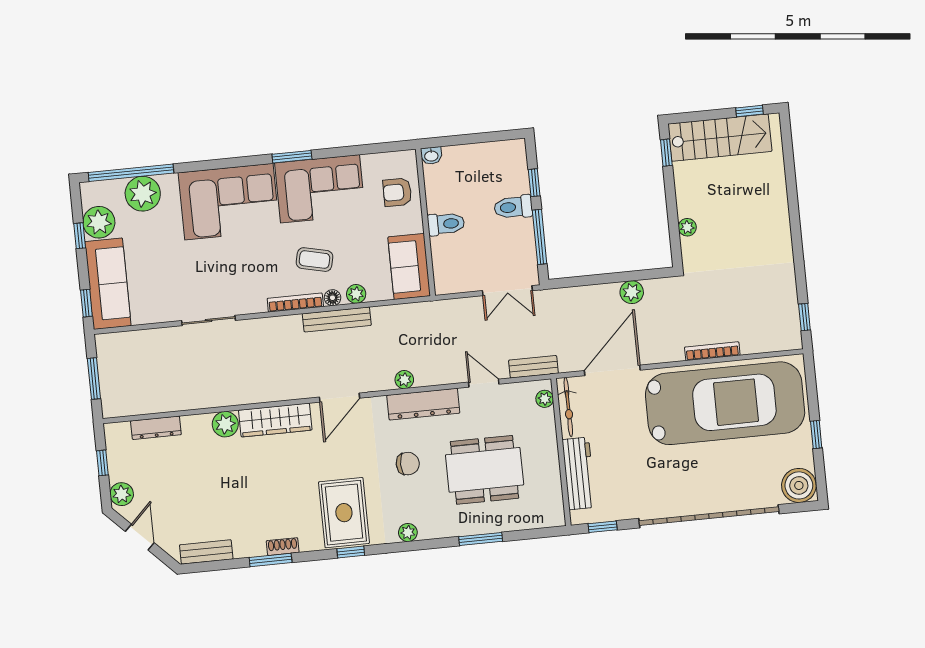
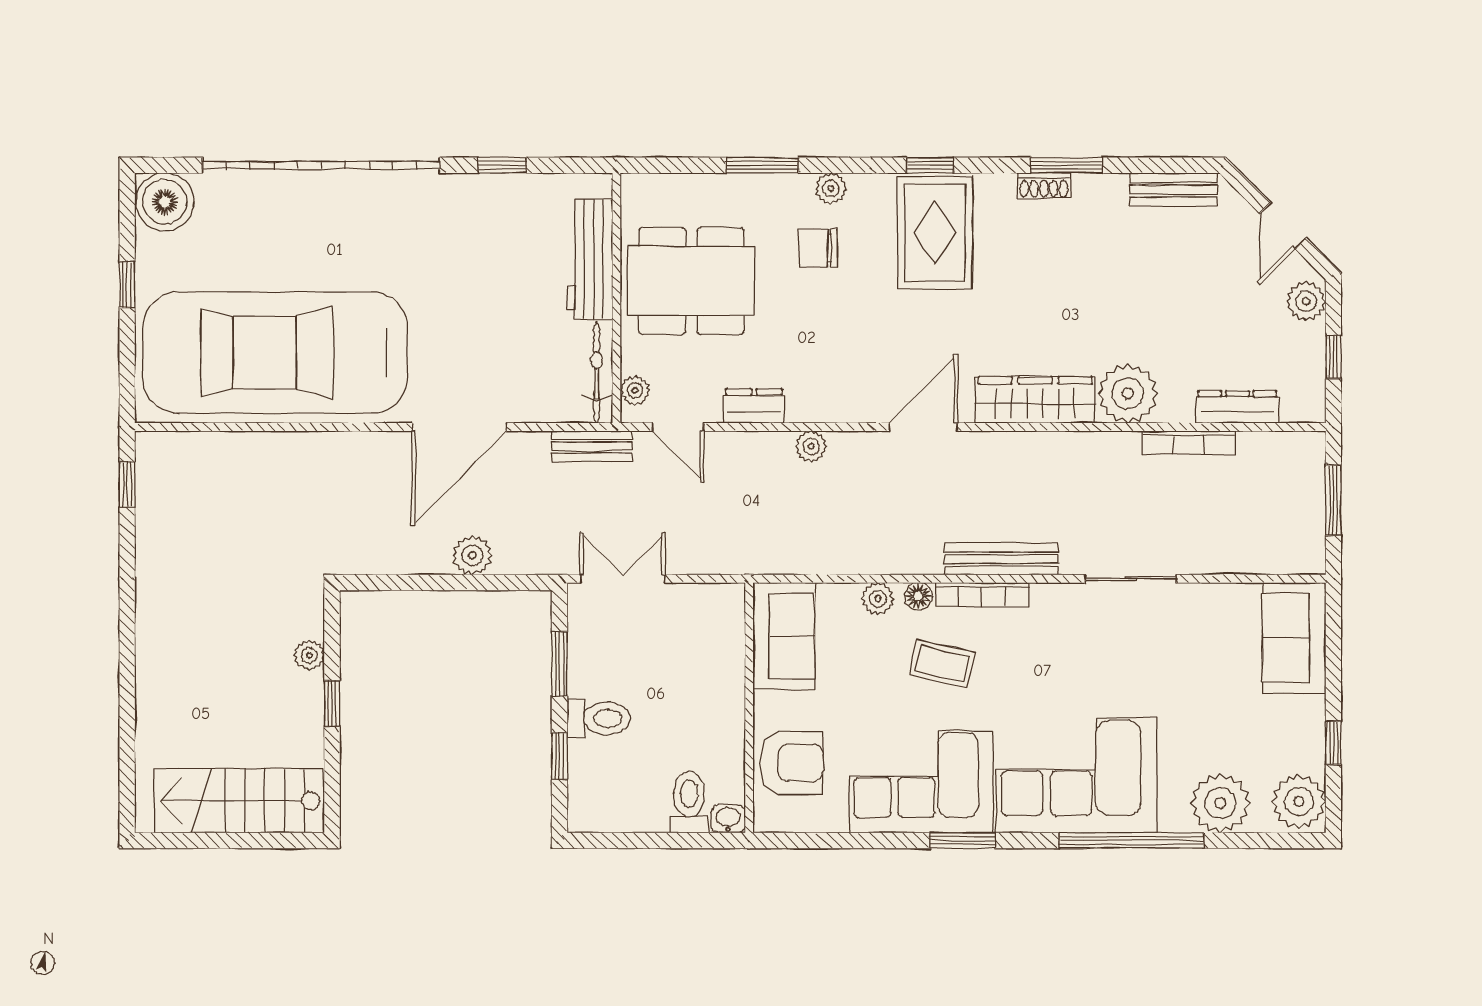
window: (750, 111) -> (185, 840), removed
window: (666, 153) -> (332, 703), moved
window: (131, 173) -> (1131, 840), moved
armchair: (397, 192) -> (791, 763), width x1.38, depth x1.38
plant: (99, 222) -> (1299, 801), moved
toilet: (446, 224) -> (689, 802), moved, turned 90
window: (540, 237) -> (560, 664), width x0.69
sofa: (108, 284) -> (1294, 638), width x0.73
plant: (632, 292) -> (472, 555), moved
window: (86, 303) -> (1333, 628), removed
bench: (337, 319) -> (1001, 559), moved
bookcase: (712, 351) -> (1189, 443), moved
plant: (545, 399) -> (635, 390), moved
dresser: (423, 404) -> (754, 406), width x0.51, depth x0.80
bicycle: (568, 407) -> (597, 373), moved
plant: (225, 424) -> (1128, 393), width x1.36, depth x1.36
wall: (561, 452) -> (616, 298), moved
chair: (408, 464) -> (818, 248), moved
workbench: (579, 473) -> (590, 259), moved
window: (481, 539) -> (762, 165), moved

